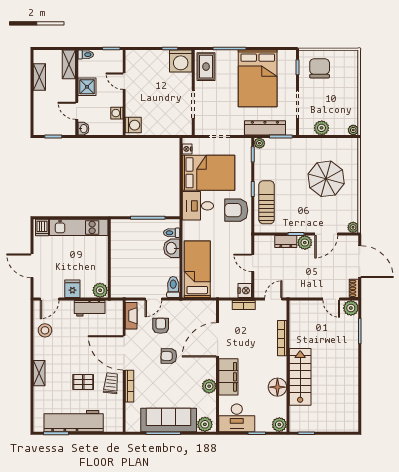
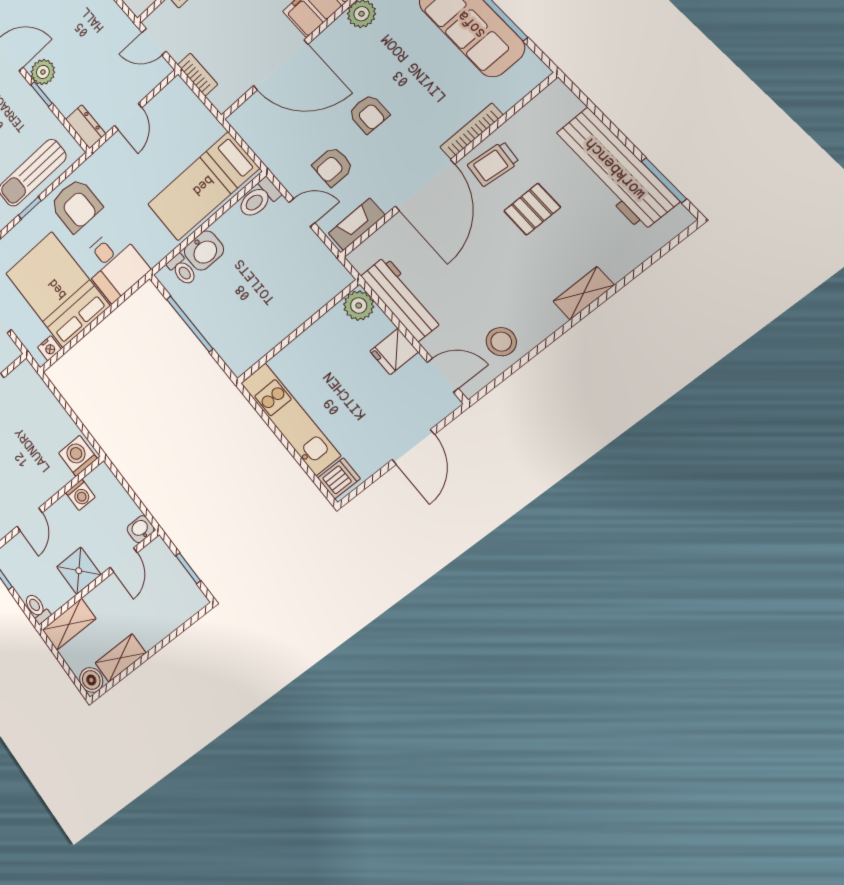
boiler: (40, 56) -> (91, 680), added
dresser: (286, 242) -> (86, 127), moved
nightstand: (245, 291) -> (176, 92), removed
workbench: (90, 308) -> (401, 299), width x1.38
pallet: (83, 382) -> (532, 209), turned 90

